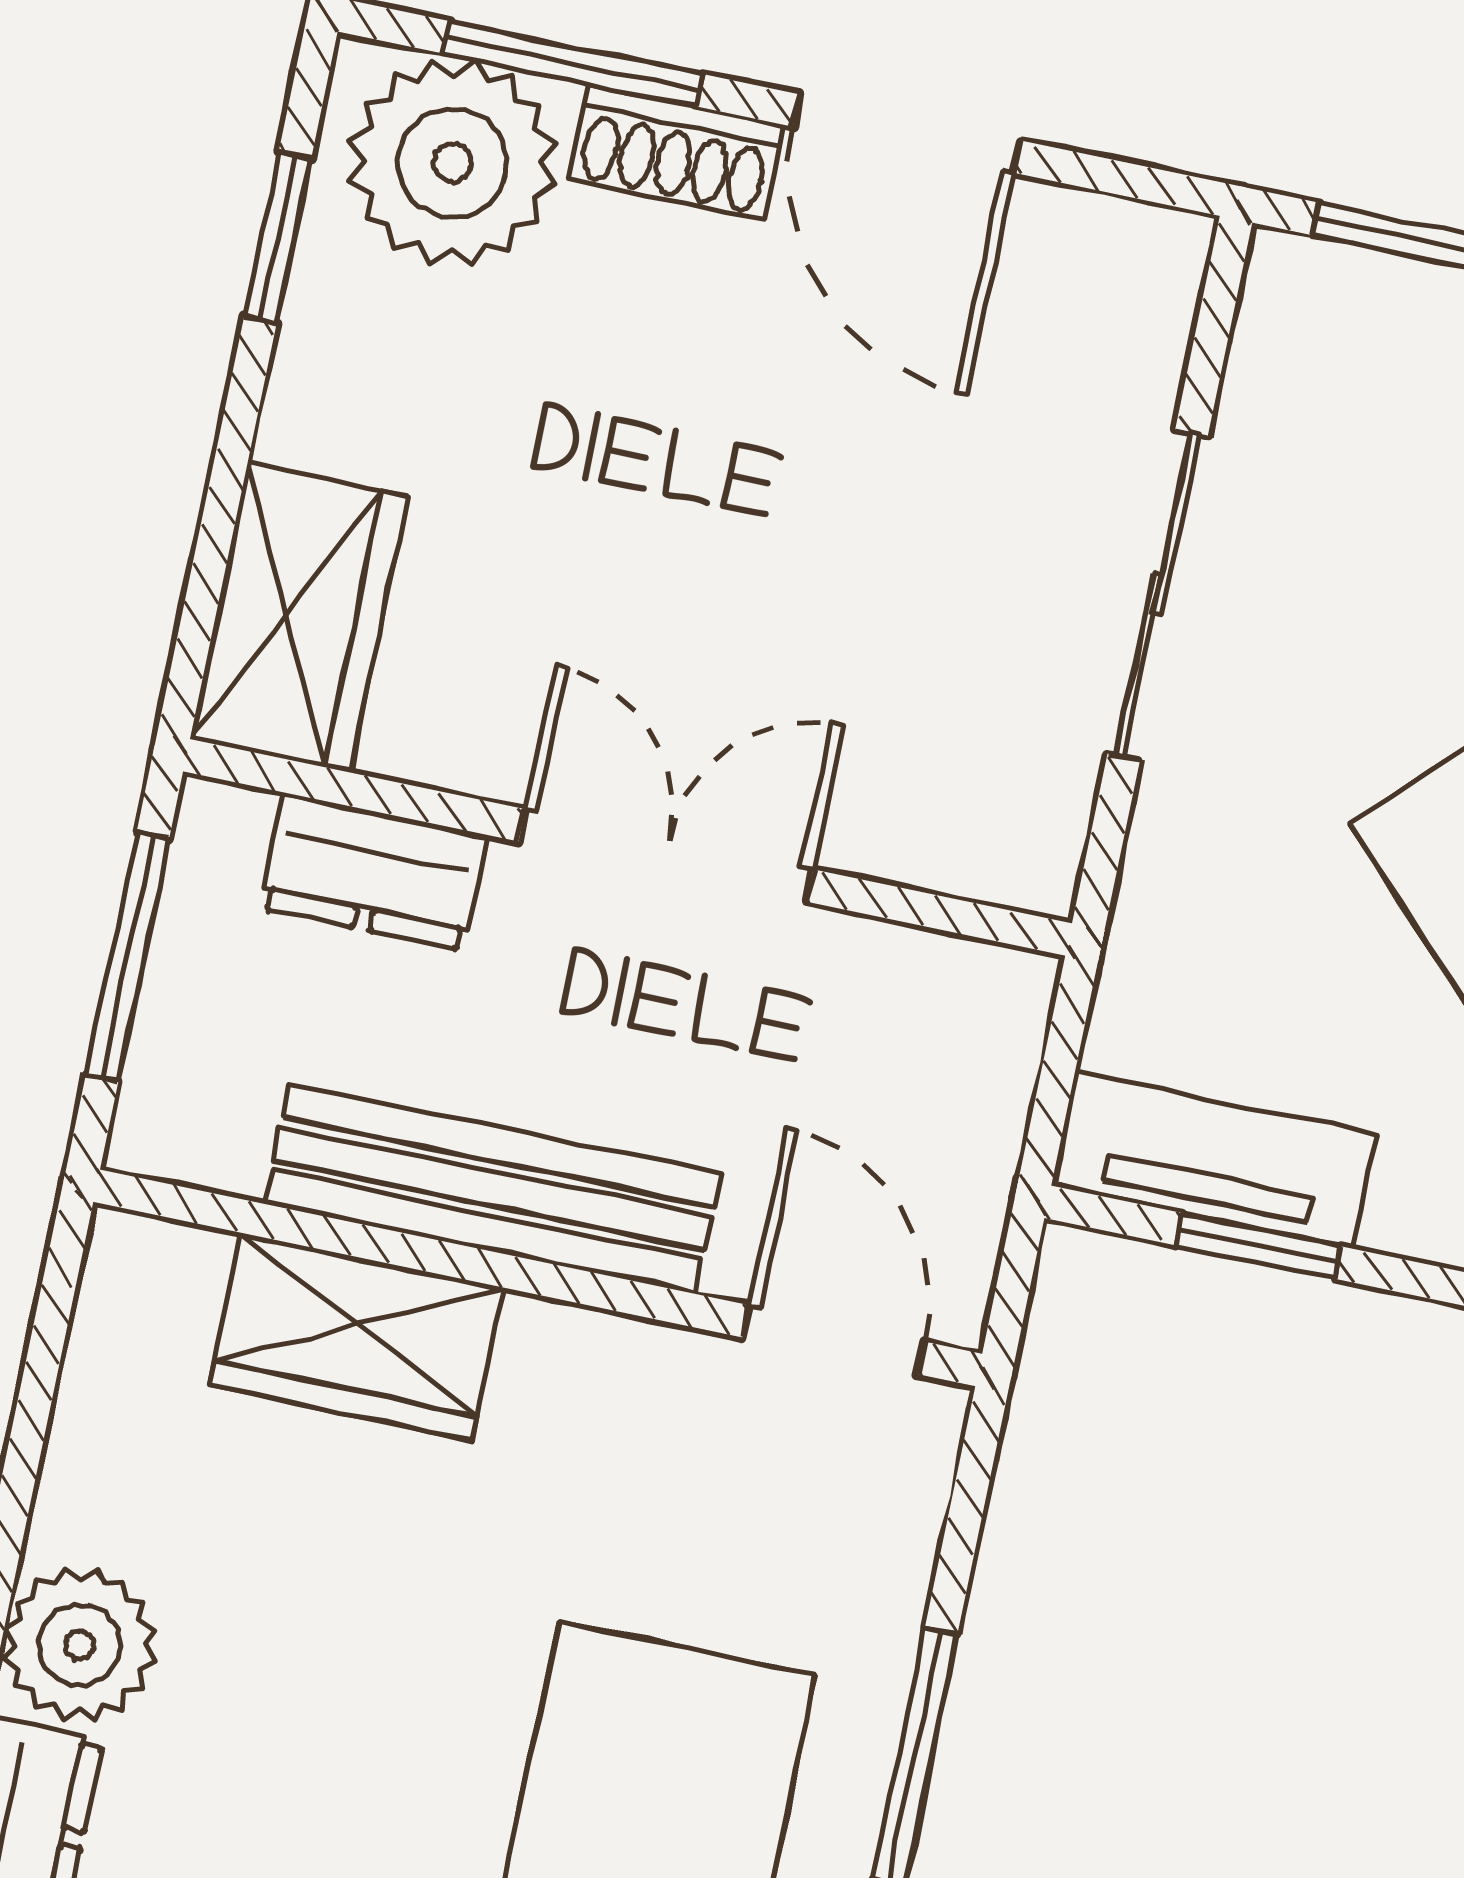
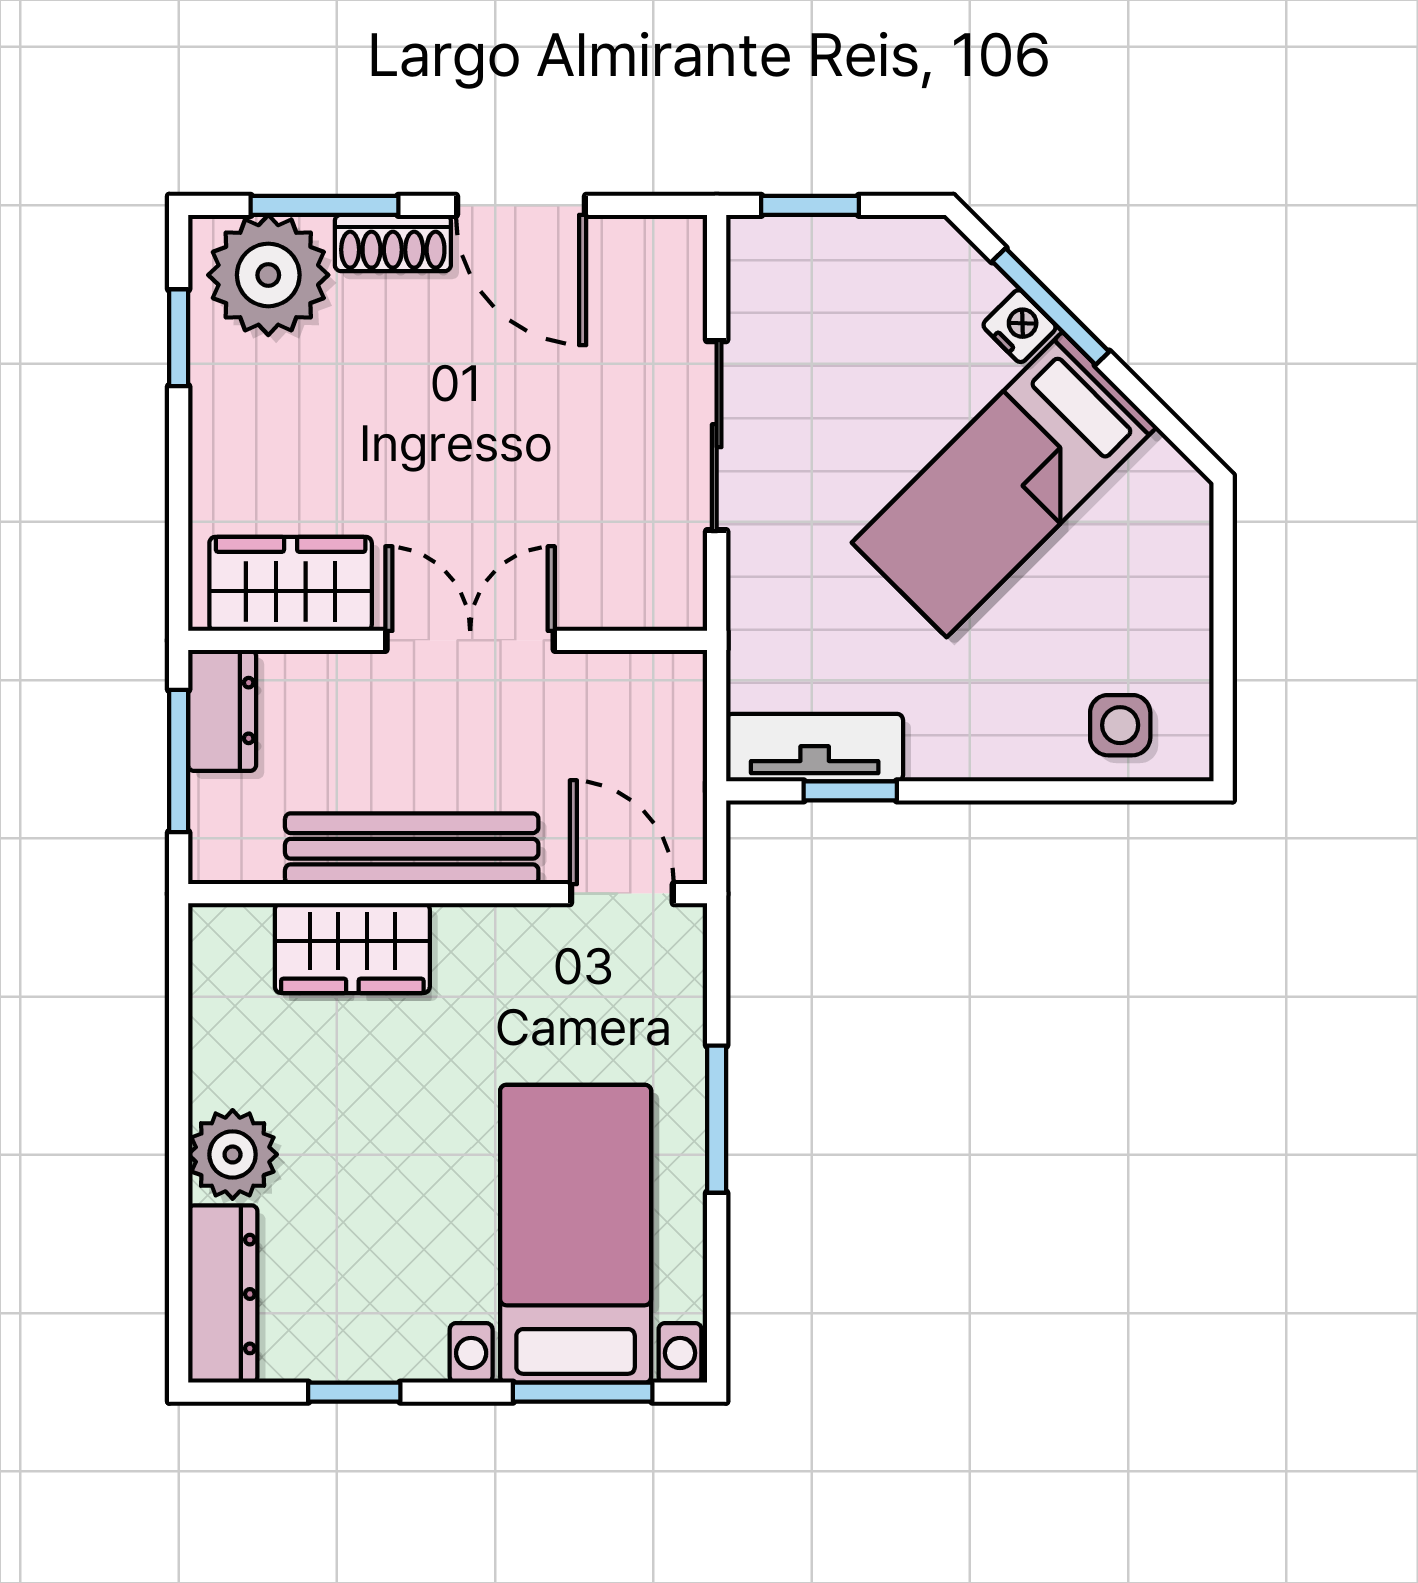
wardrobe: (299, 617) -> (291, 584), moved, turned -90
dresser: (374, 872) -> (222, 710), moved, turned -90

